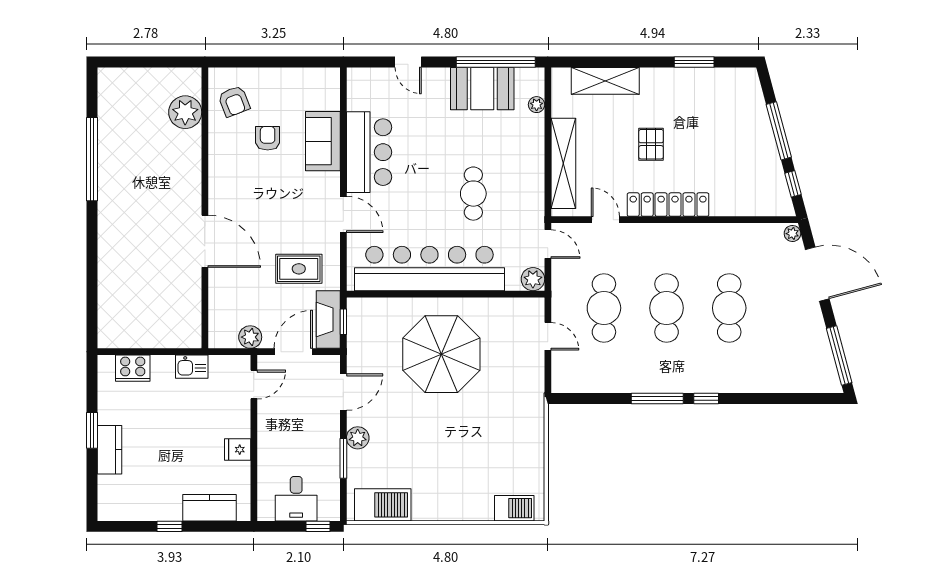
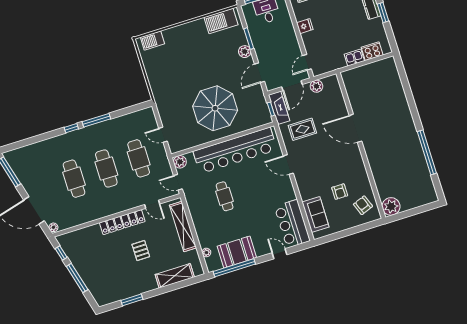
plant: (185, 112) -> (391, 206), moved
sofa: (323, 141) -> (316, 215), moved
bar counter: (369, 152) -> (292, 224), moved
kitchen sink: (192, 367) -> (354, 58), moved

